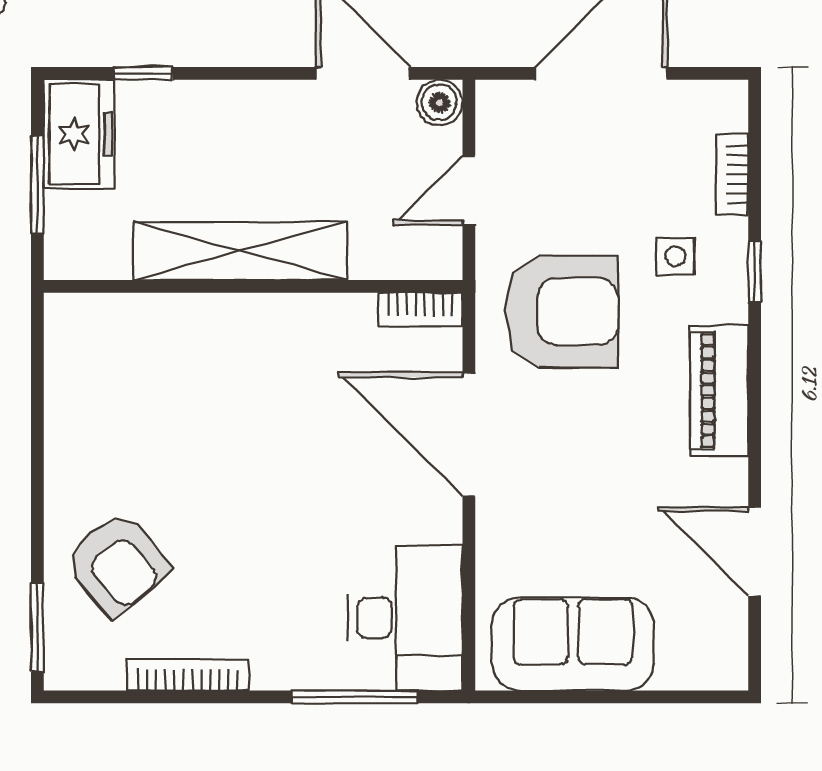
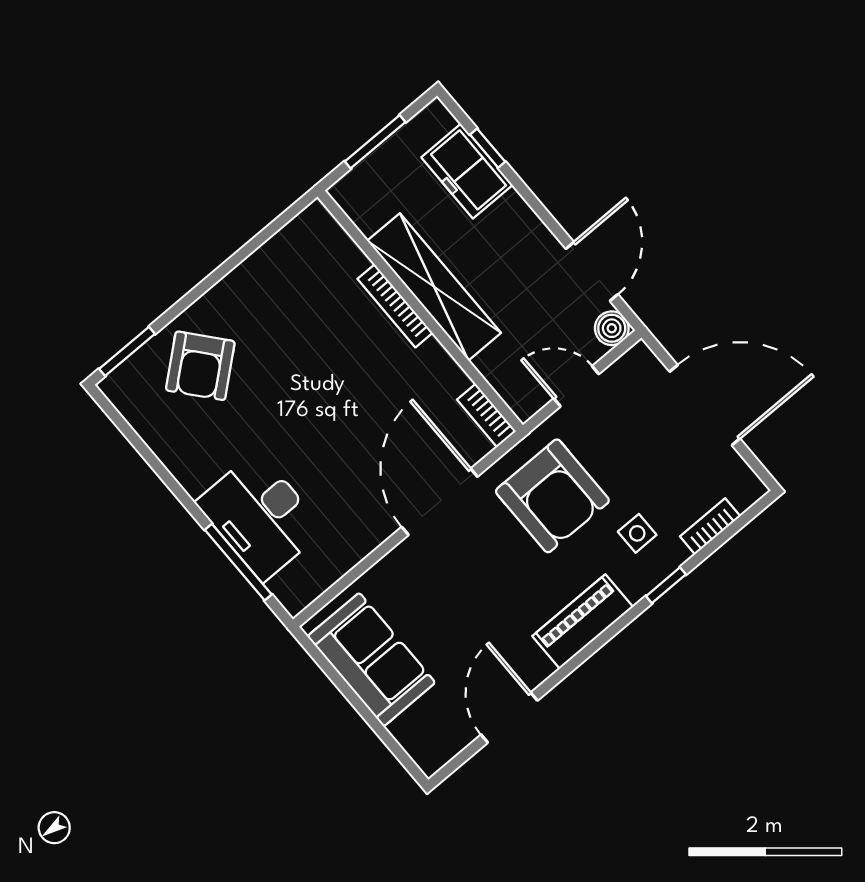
freezer: (79, 134) -> (467, 171), moved, turned 90
desk: (405, 618) -> (260, 516), moved, turned 90
bookcase: (188, 675) -> (395, 306), moved, turned 180

